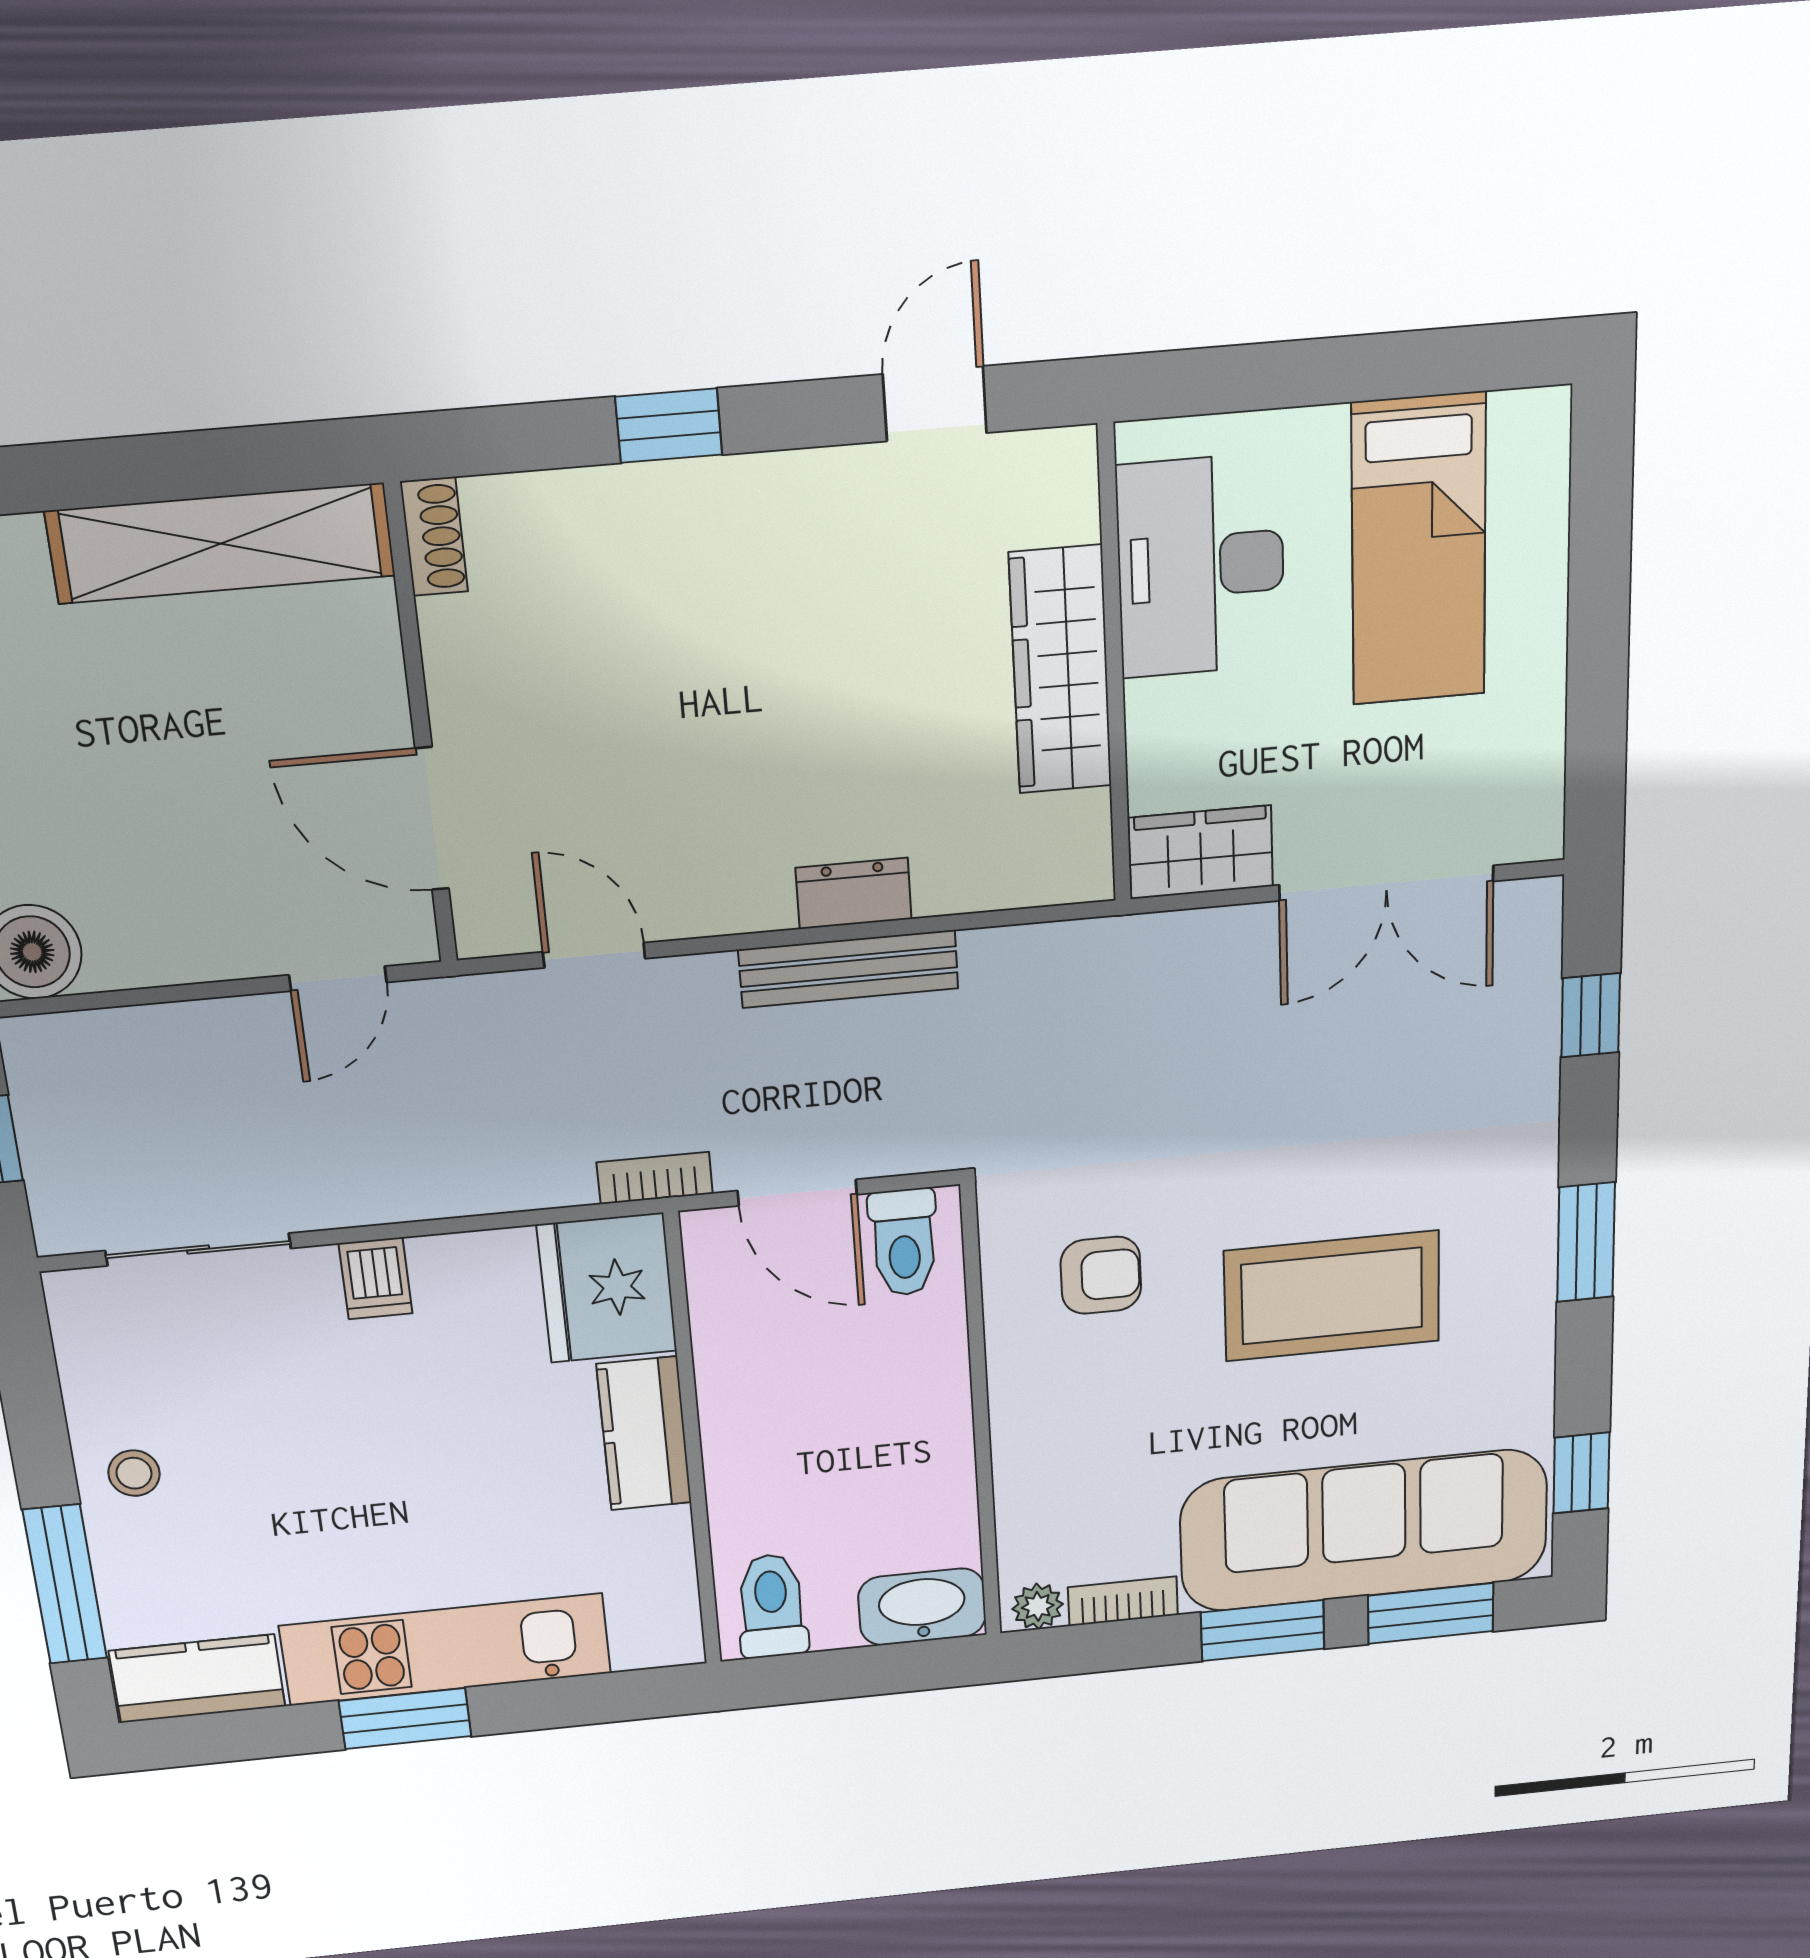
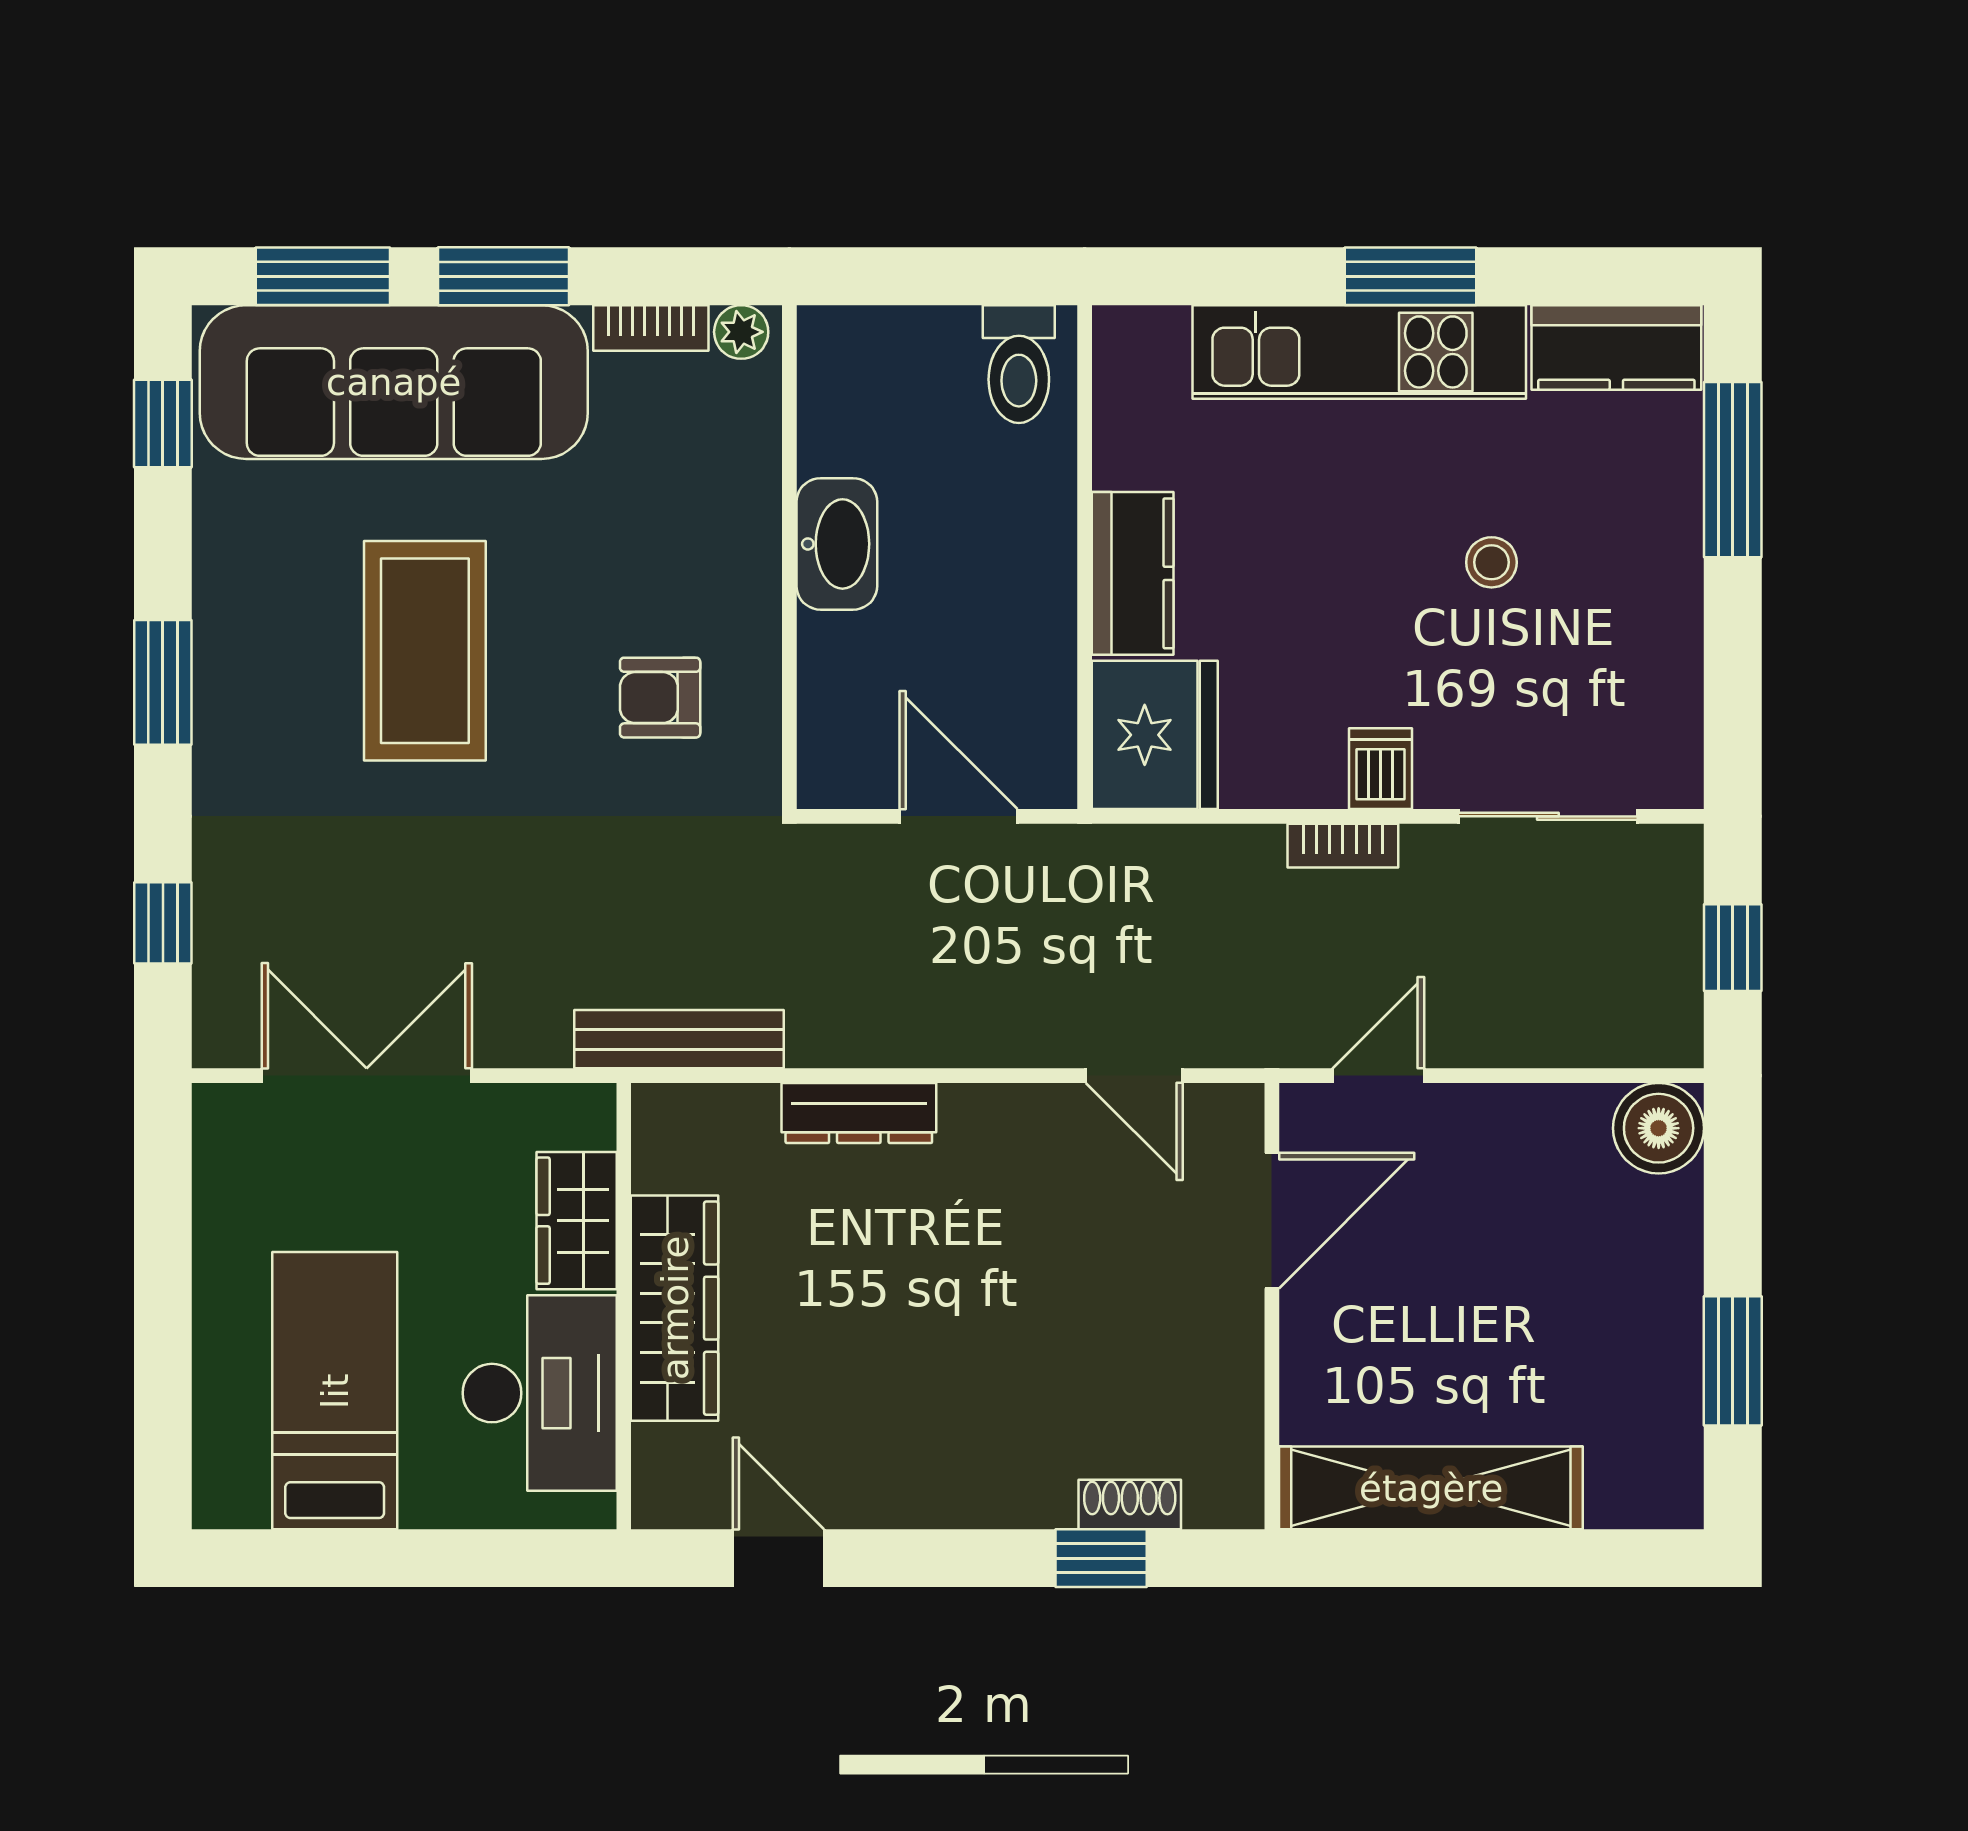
door: (935, 404) -> (778, 1558), swing flipped
window: (669, 426) -> (1101, 1558), moved
shoe rack: (434, 537) -> (1130, 1504), moved, turned 90
door: (432, 819) -> (1272, 1221), hinge flipped
wardrobe: (1201, 852) -> (577, 1221), moved, turned 90
dresser: (854, 893) -> (859, 1113), width x1.44
bench: (849, 969) -> (679, 1039), moved
bookcase: (655, 1178) -> (1343, 846), moved
toilet: (904, 1242) -> (856, 753), removed
coffee table: (1332, 1296) -> (425, 651), turned 90
stool: (134, 1473) -> (1491, 562), moved
washbasin: (922, 1607) -> (837, 544), moved, turned -90

